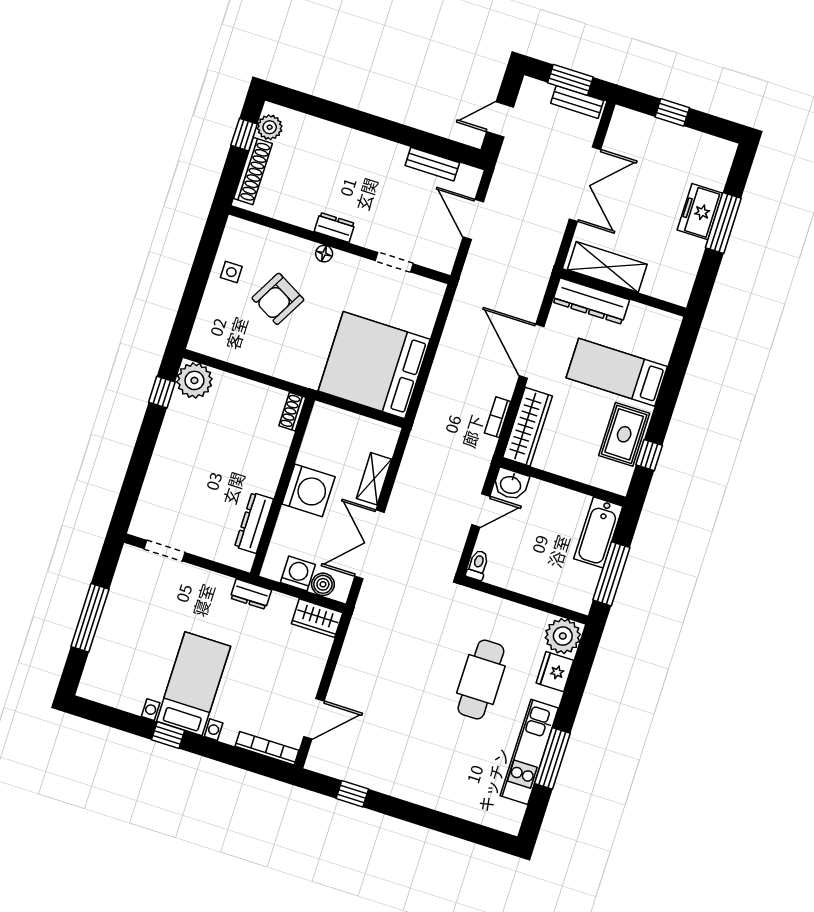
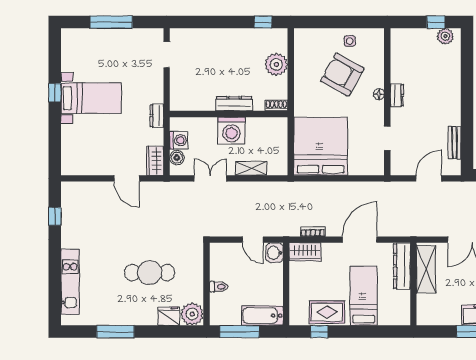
shoe rack: (253, 171) -> (415, 35), removed
armchair: (278, 299) -> (342, 75), width x1.36, depth x1.36
plant: (194, 380) -> (276, 64), moved
wardrobe: (528, 427) -> (305, 252), width x0.67
dresser: (254, 523) -> (234, 104), moved
double door: (370, 544) -> (210, 178), width x0.73
toilet: (478, 565) -> (219, 287), moved
door: (314, 719) -> (127, 178), moved
bookcase: (267, 748) -> (66, 155), removed
kitchen unit: (529, 752) -> (70, 282), moved, turned 90

